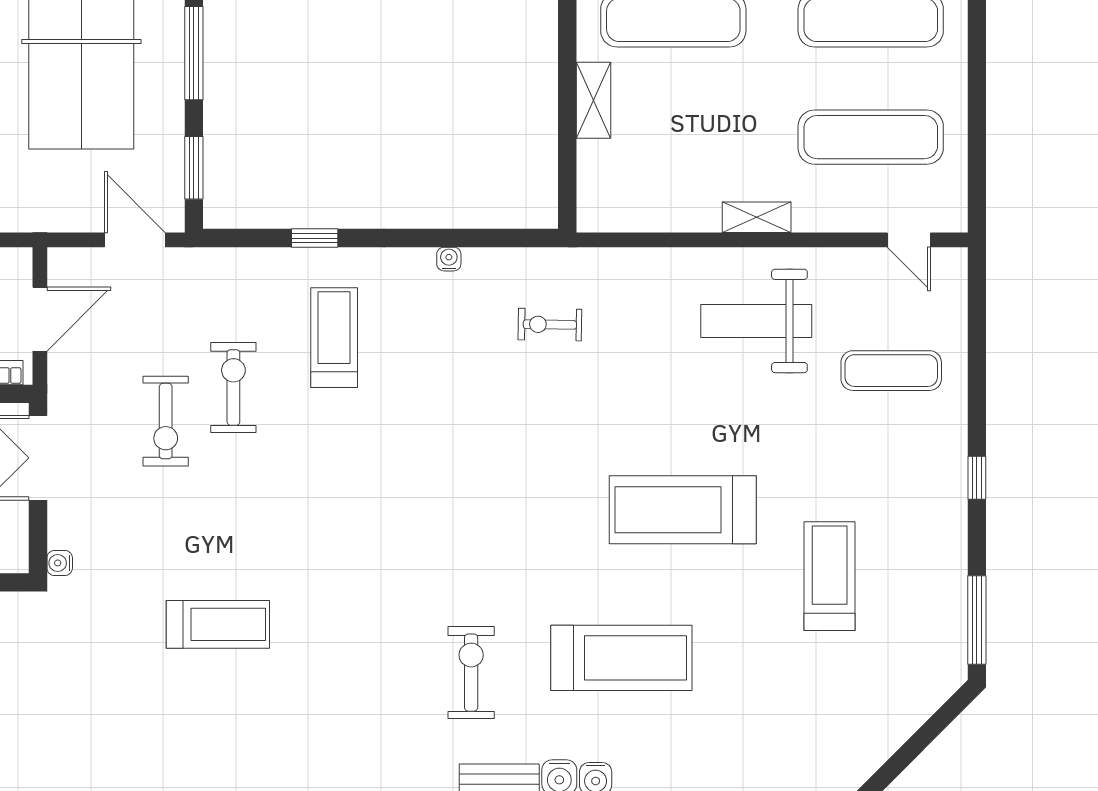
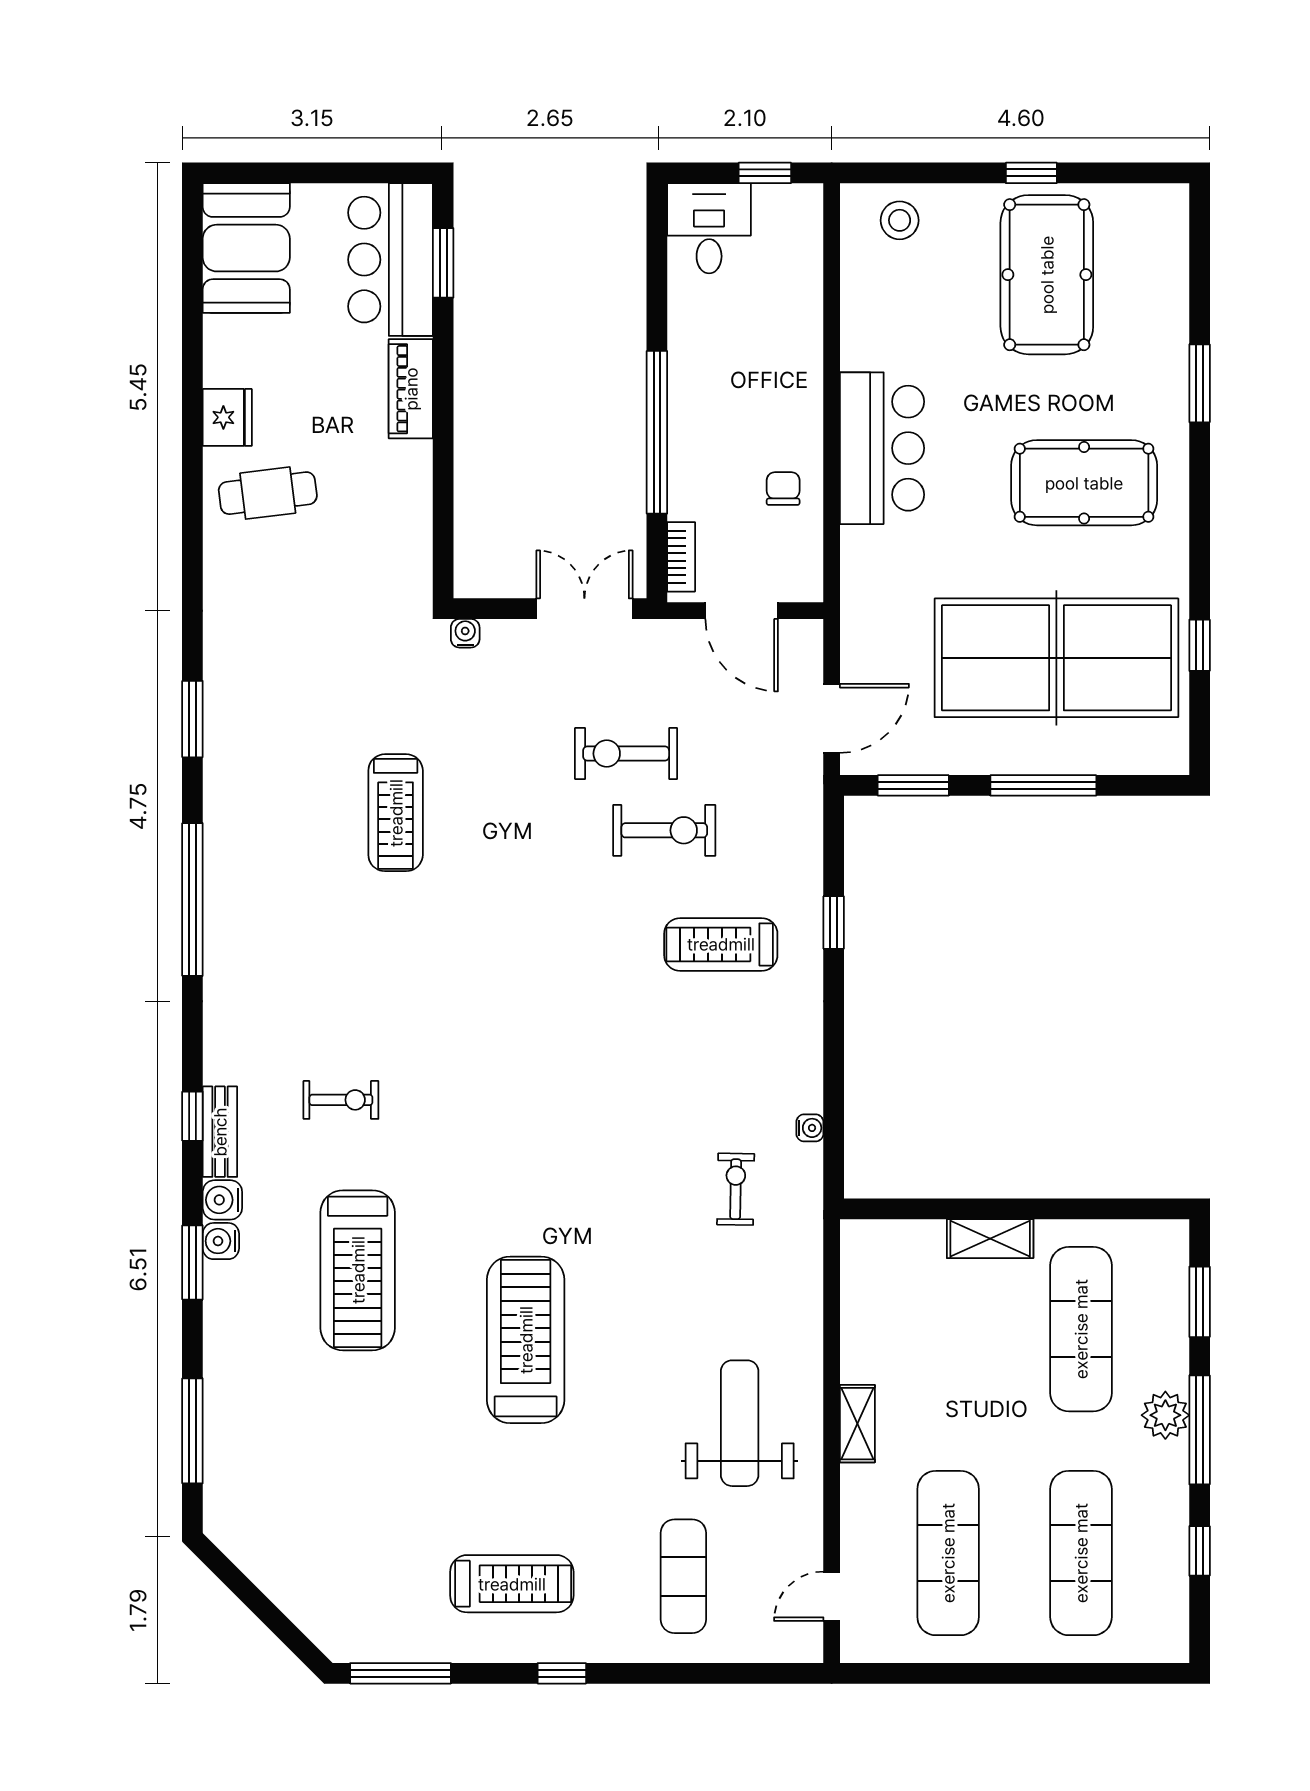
water cooler: (449, 259) -> (810, 1128), moved
treadmill: (334, 338) -> (721, 944), turned 180
treadmill: (830, 576) -> (512, 1584), moved
exercise bike: (471, 673) -> (341, 1100), width x0.73, depth x0.72

